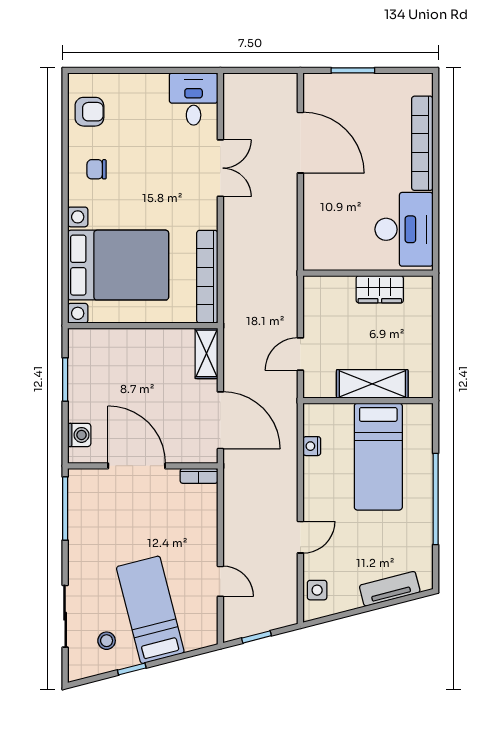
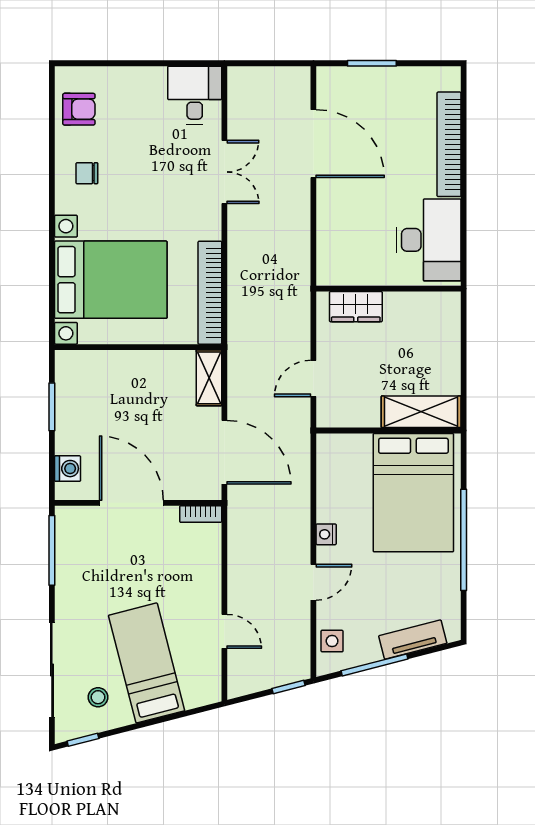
wardrobe: (380, 289) -> (356, 307), moved
shelving: (372, 384) -> (421, 412), moved
nightstand: (312, 446) -> (326, 534), moved
bed: (378, 457) -> (413, 493), width x1.50
window: (355, 612) -> (375, 665), added
sliding door: (65, 616) -> (52, 670), width x1.37
window: (256, 637) -> (288, 687), moved
window: (132, 669) -> (83, 740), moved

